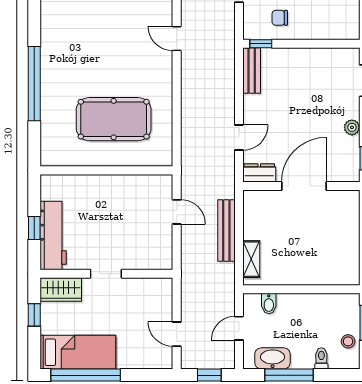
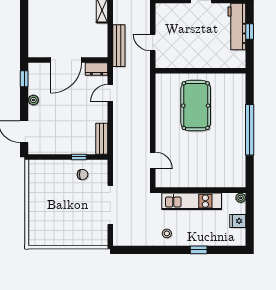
window: (261, 44) -> (79, 157), moved
pool table: (114, 119) -> (196, 106), turned 90
bench: (226, 231) -> (119, 46), moved

